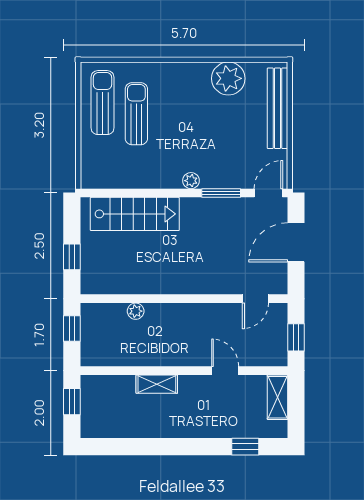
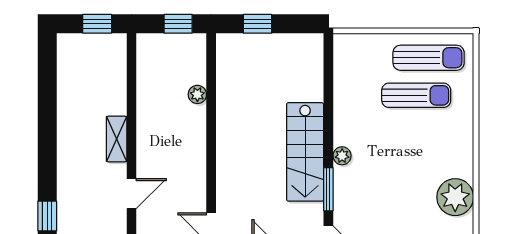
stairs: (135, 214) -> (305, 152), moved
shelving: (157, 384) -> (117, 139), moved

